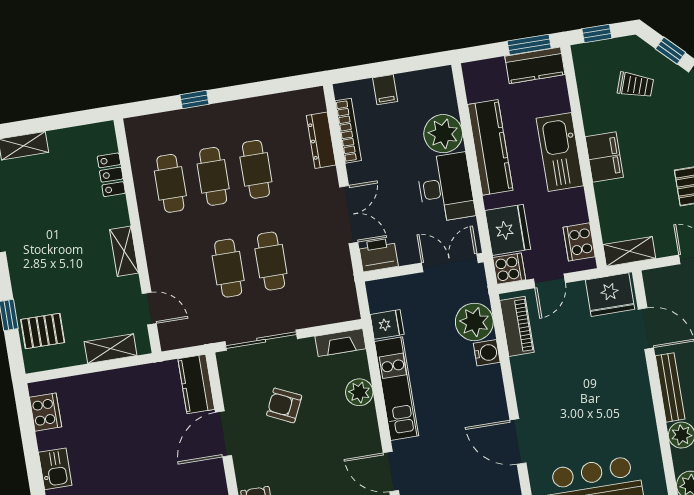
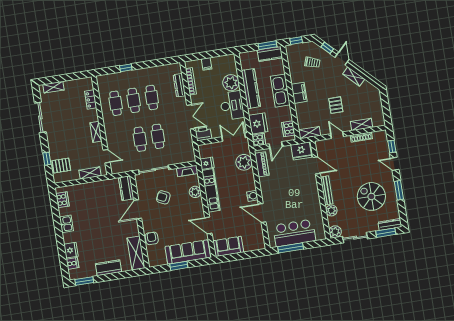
water cooler: (487, 353) -> (252, 196), moved

